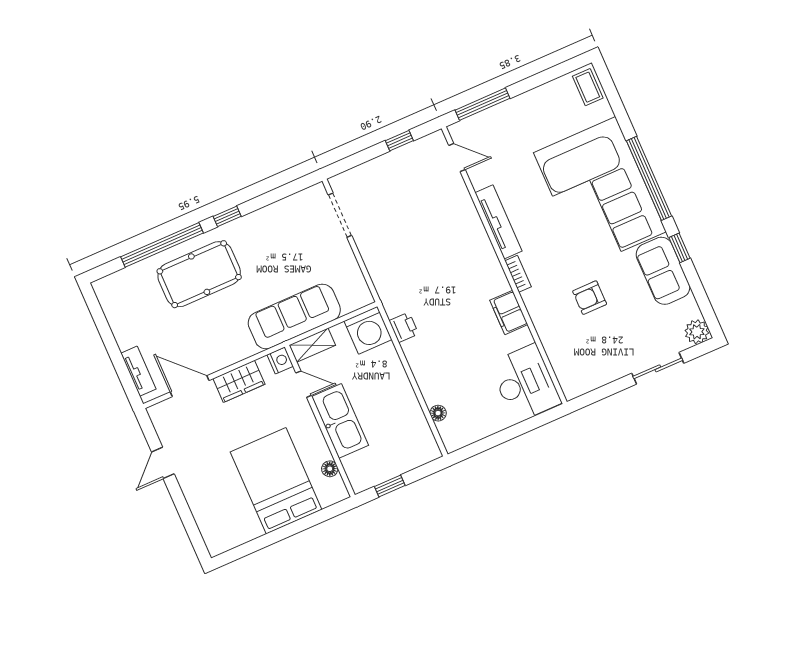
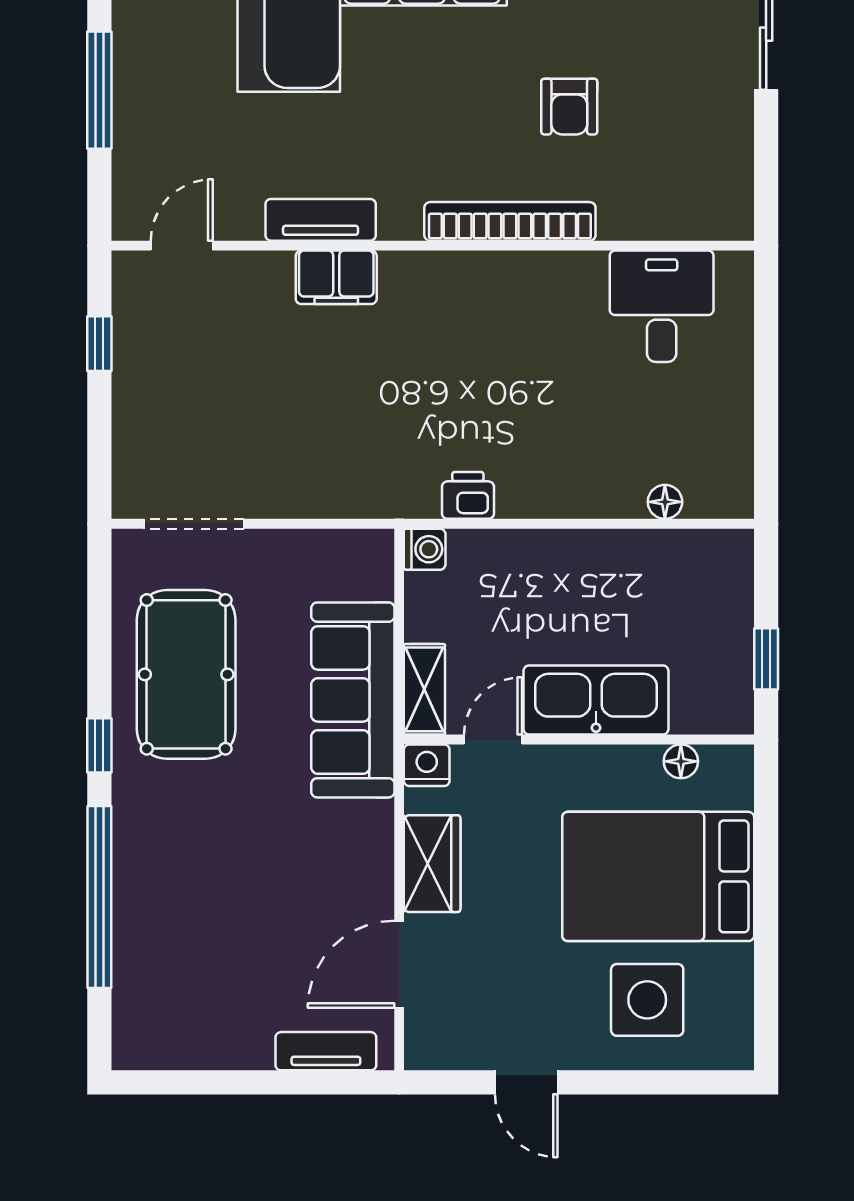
window: (482, 104) -> (99, 90), moved
tv unit: (498, 222) -> (321, 220), width x0.71
pool table: (199, 274) -> (186, 674), moved
bookcase: (518, 274) -> (510, 221), width x2.31, depth x1.31
filing cabinet: (509, 312) -> (336, 277), moved
washing machine: (368, 330) -> (425, 549), width x0.53, depth x0.53
desk: (525, 383) -> (662, 306), width x0.73
side table: (221, 499) -> (647, 1000), added

